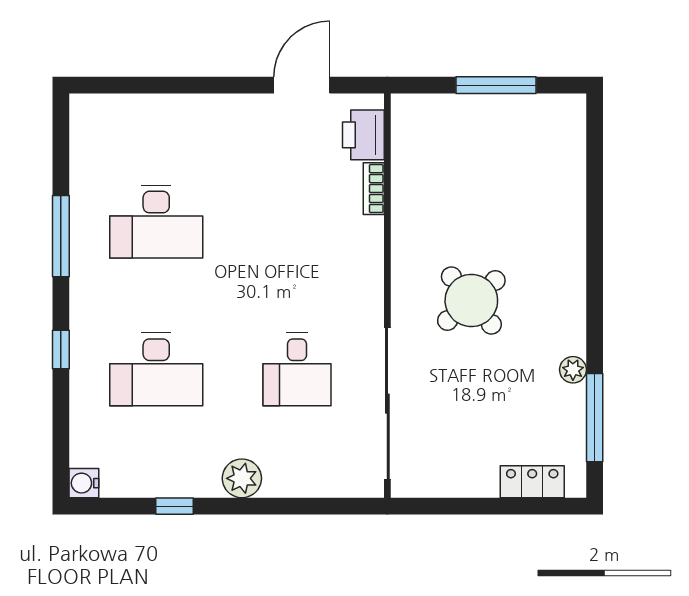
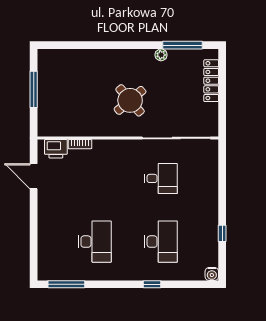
window: (61, 236) -> (66, 284), moved
plant: (242, 478) -> (210, 203), removed
locker: (532, 482) -> (211, 81), width x1.53

